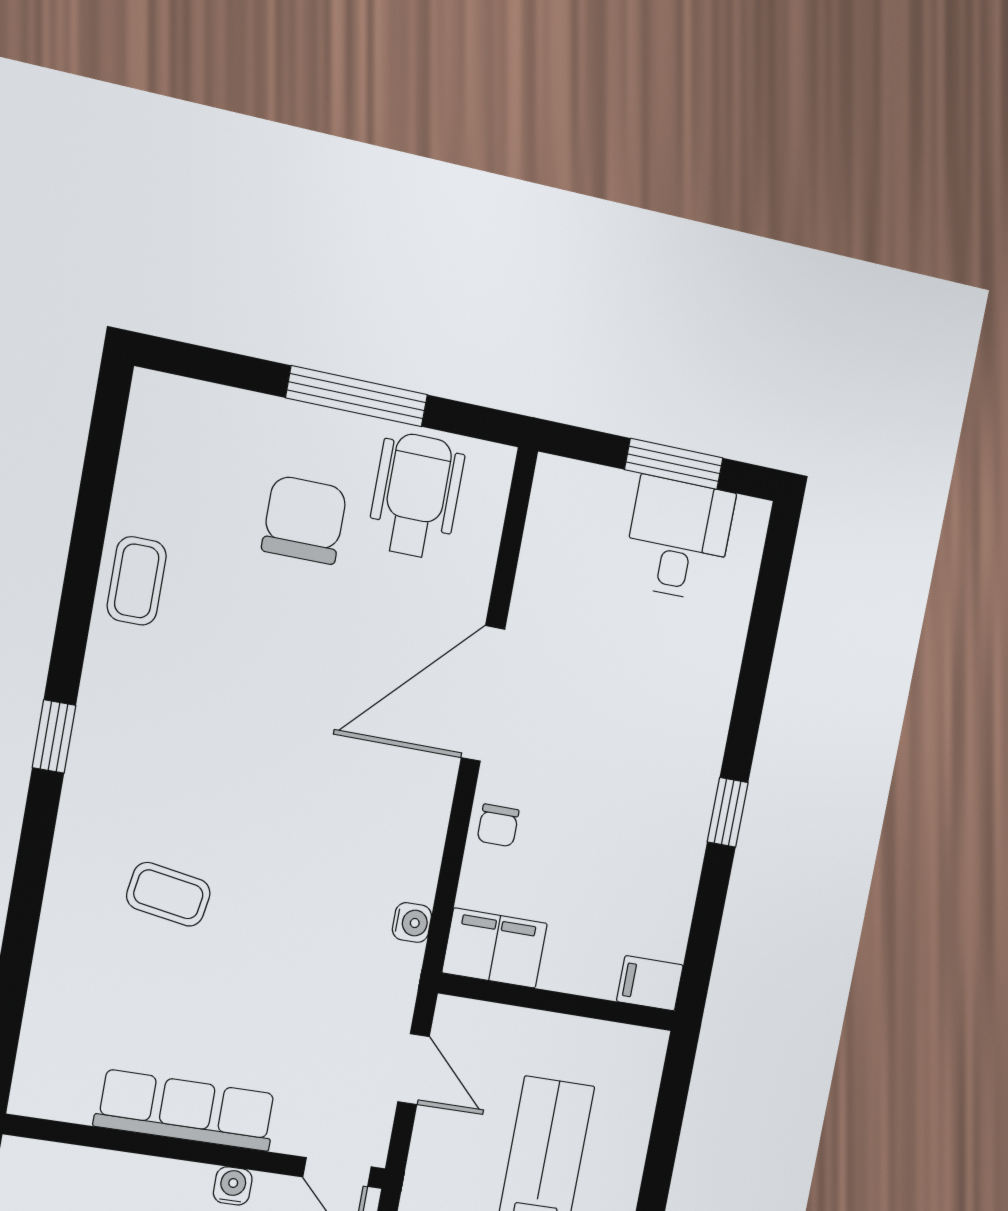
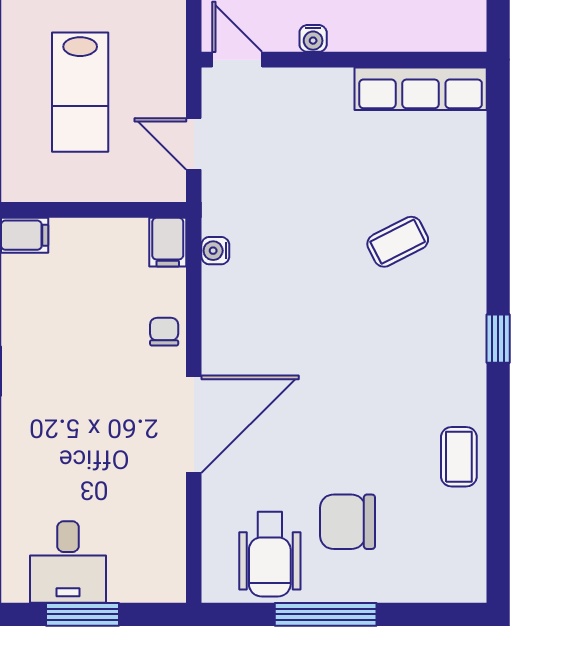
chair: (304, 520) -> (347, 522), turned 90
coffee table: (168, 894) -> (398, 242), turned -36
filing cabinet: (495, 948) -> (168, 242), width x0.50
row of seats: (186, 1110) -> (421, 89), moved

